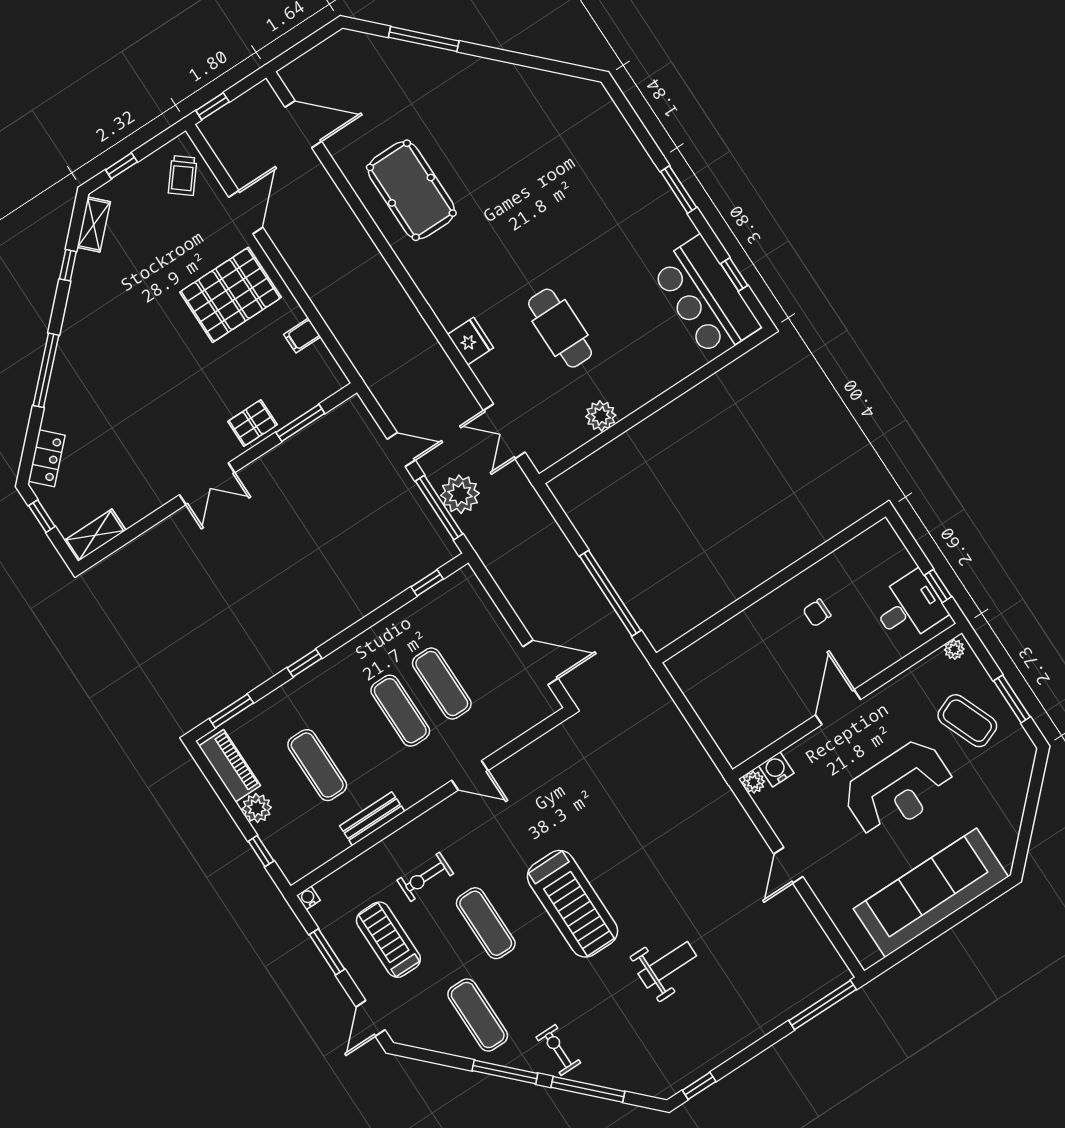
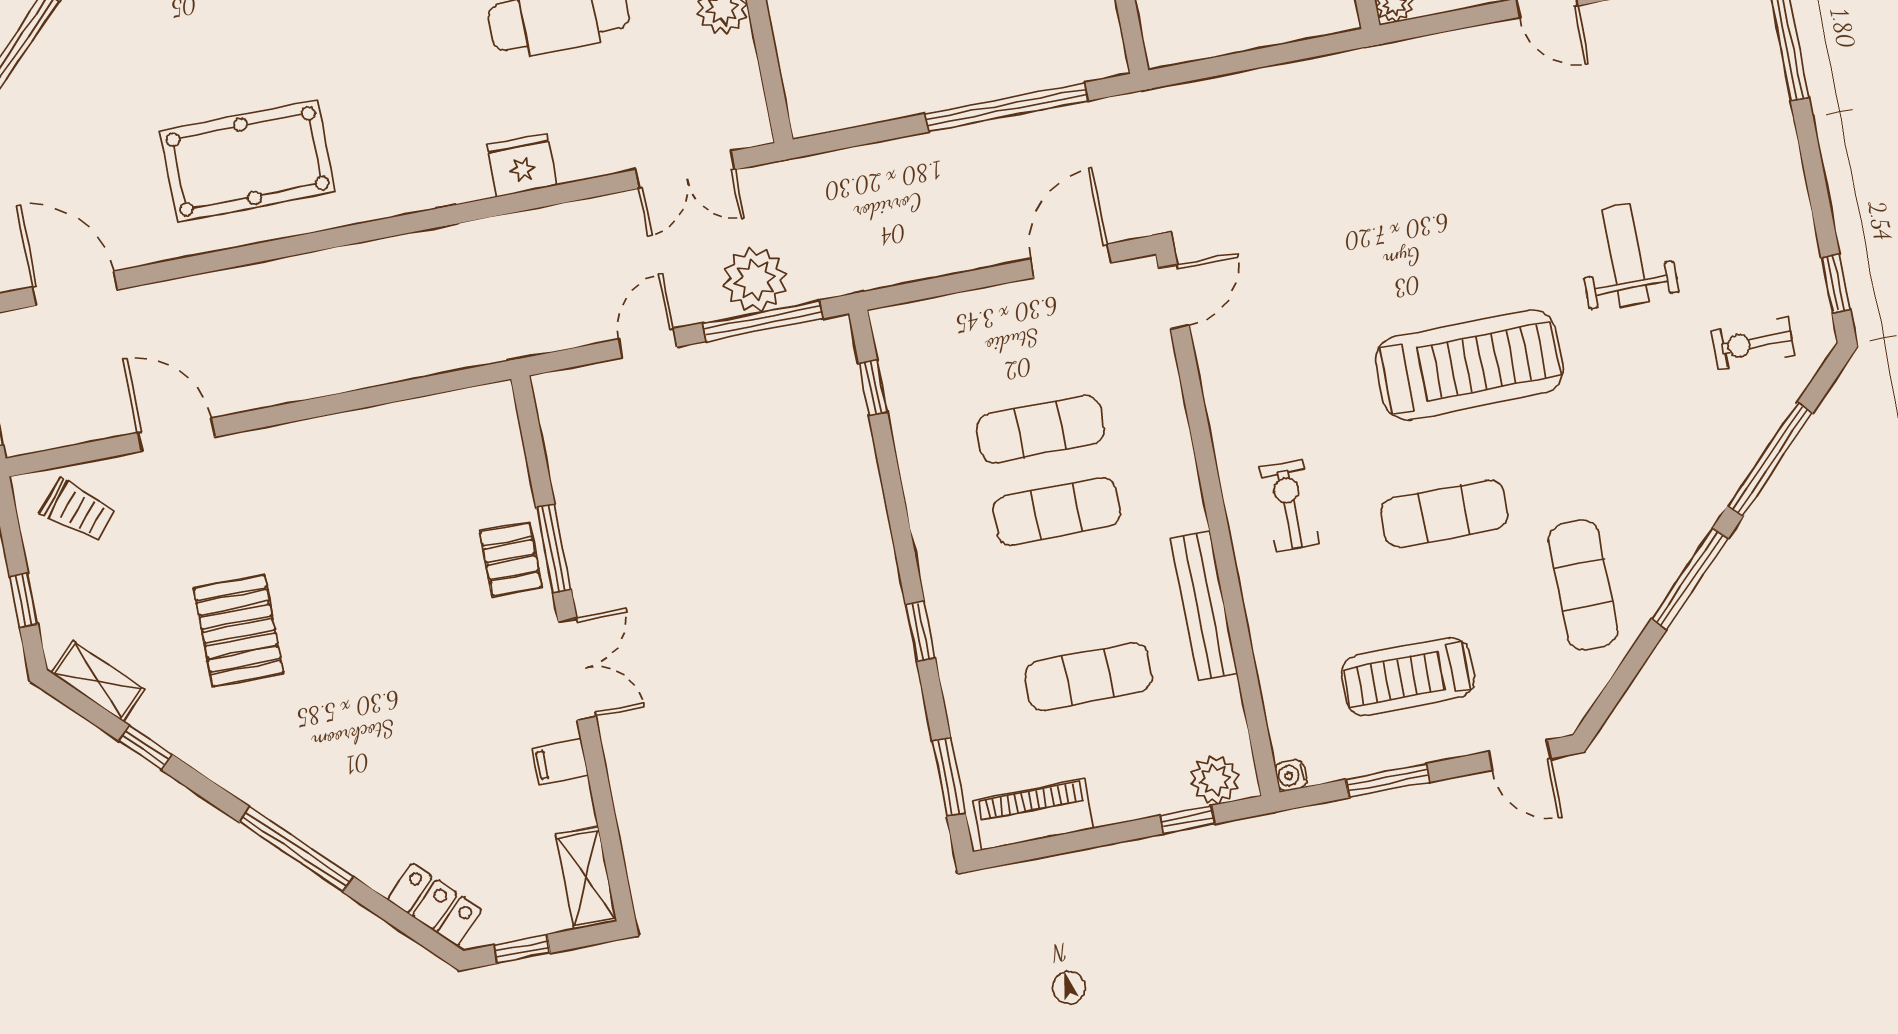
door: (303, 124) -> (75, 288), hinge flipped
pallet: (230, 295) -> (239, 631), moved, width x0.73, depth x0.71
filing cabinet: (302, 336) -> (560, 762), moved, turned 90
window: (300, 423) -> (554, 549), moved
door: (470, 775) -> (1174, 297), moved
plant: (257, 808) -> (1215, 780), moved
bench: (372, 819) -> (1204, 606), width x1.36
exercise bike: (425, 877) -> (1289, 505), moved, turned 180
exercise mat: (478, 1015) -> (1583, 585), turned 90
exercise bike: (558, 1050) -> (1753, 343), moved

